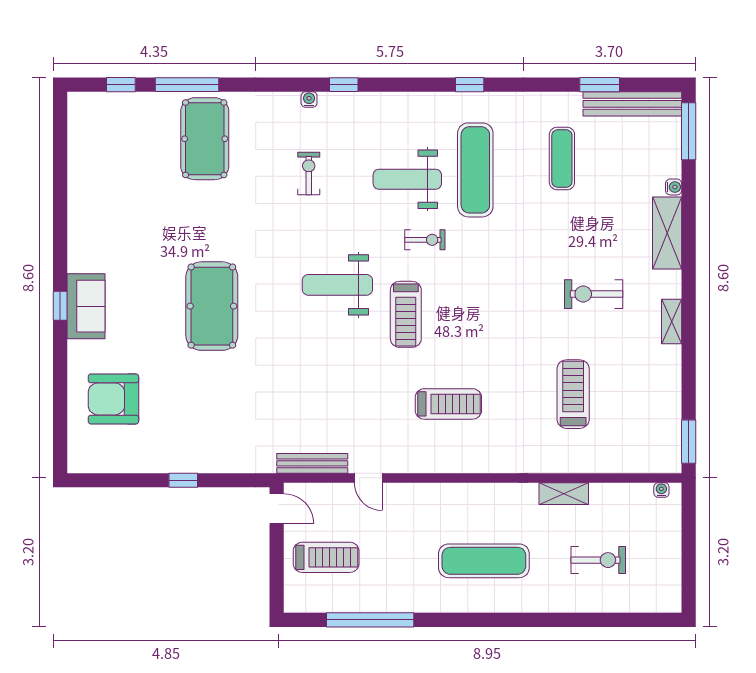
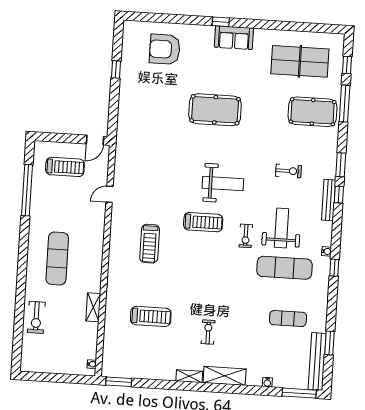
window: (292, 85) -> (341, 165), added
water cooler: (309, 100) -> (327, 251), moved
table tennis table: (120, 166) -> (300, 61), added
shelving: (667, 233) -> (225, 376), moved
weight bench: (337, 285) -> (223, 183), turned 90
exercise bike: (594, 294) -> (208, 332), width x0.73, depth x0.72
sofa: (86, 306) -> (234, 38), moved
treadmill: (406, 314) -> (203, 222), turned 180
armchair: (113, 399) -> (165, 49), turned -90
bench: (312, 463) -> (329, 200), moved
window: (183, 480) -> (116, 69), moved
treadmill: (326, 557) -> (65, 167), turned -90
exercise bike: (598, 560) -> (36, 317), moved

